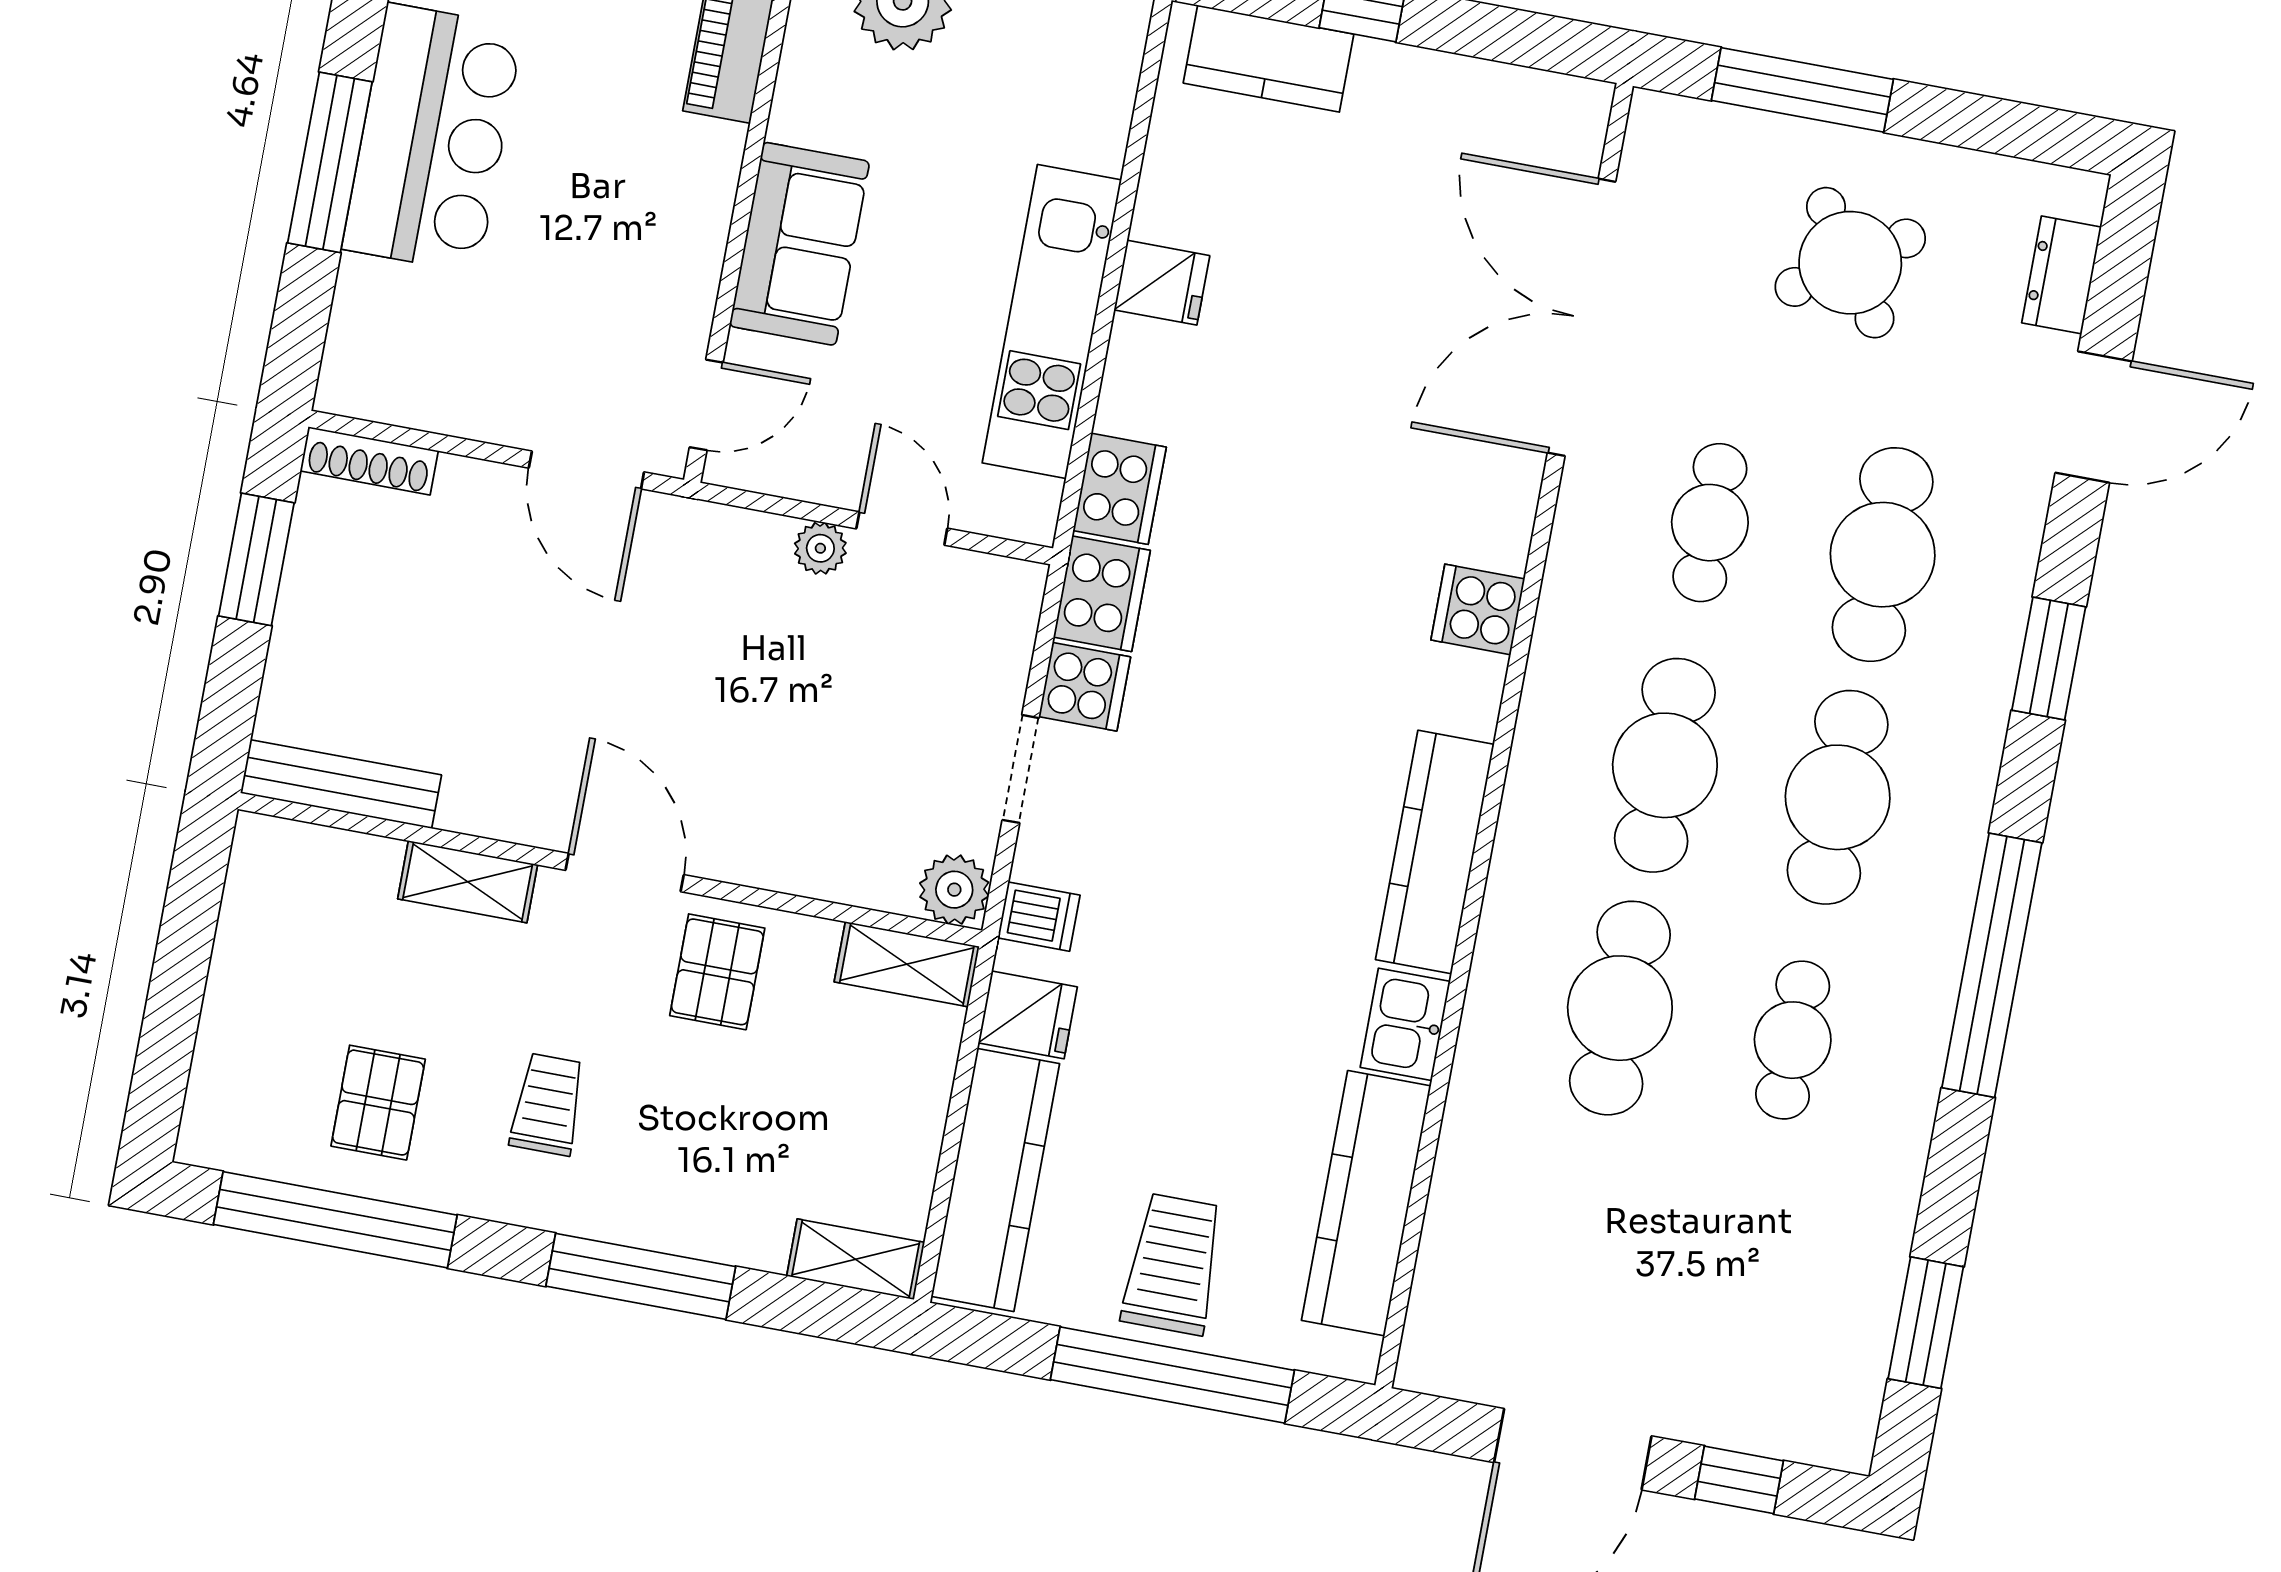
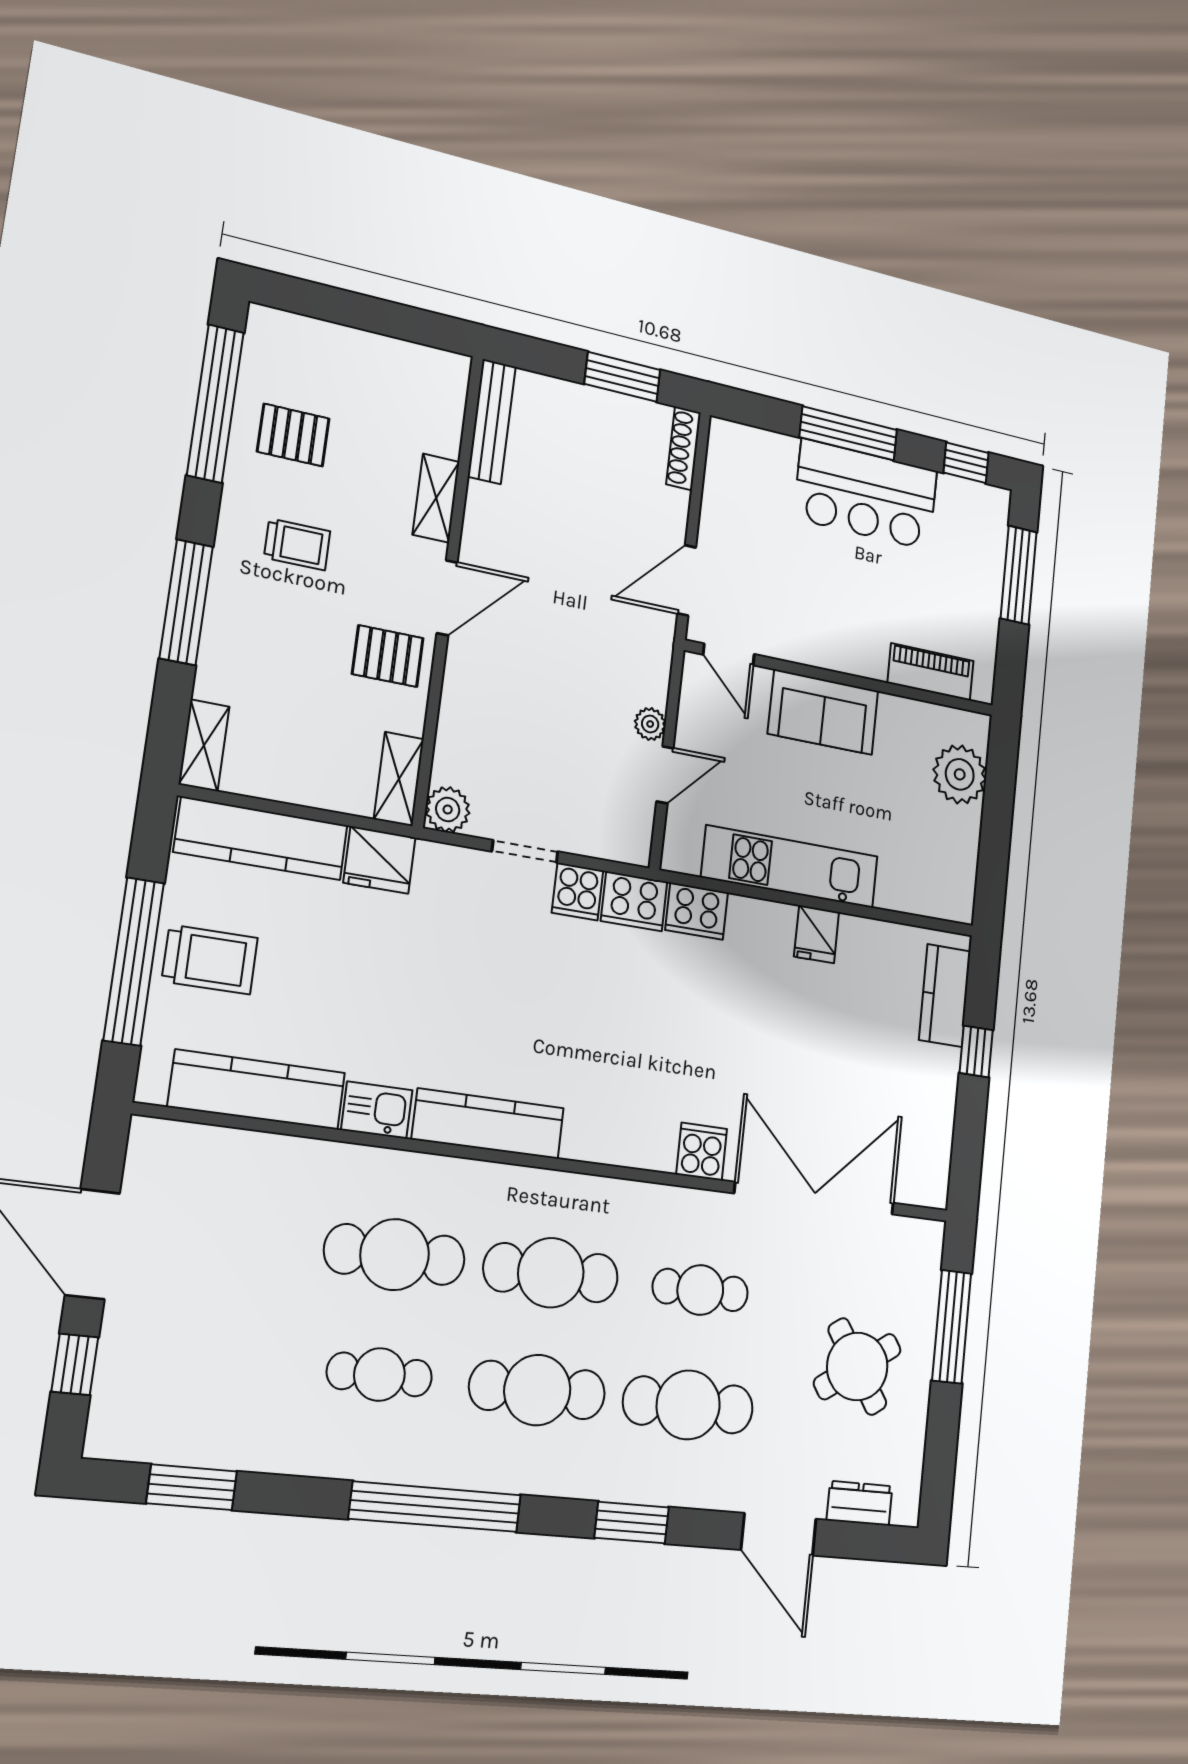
cooker: (1478, 609) -> (702, 1152), moved
dishwasher: (1039, 917) -> (434, 865), removed
fridge: (1028, 1015) -> (379, 860), width x1.38

